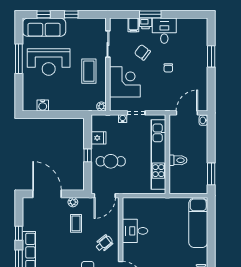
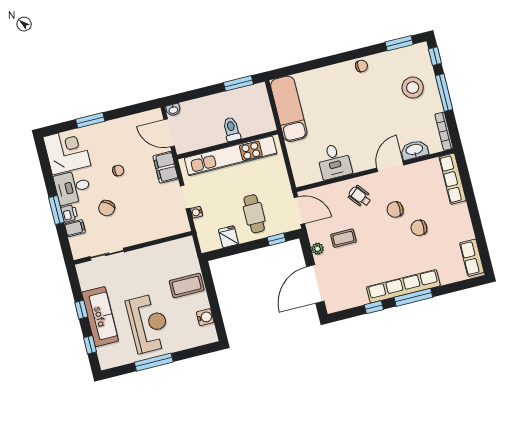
sofa: (44, 27) -> (100, 317), moved
coffee table: (89, 71) -> (187, 285), moved
corner desk: (125, 82) -> (67, 151), moved, turned 90
filing cabinet: (162, 104) -> (166, 167), added
plant: (101, 106) -> (188, 243), removed
window: (88, 155) -> (276, 239), moved
exam couch: (198, 223) -> (289, 109), moved, turned -90

